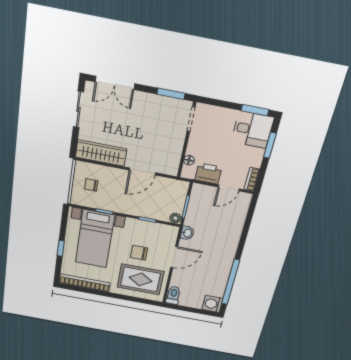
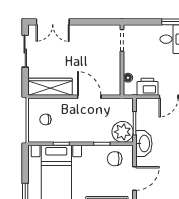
window: (171, 94) -> (101, 22), removed
door: (142, 171) -> (89, 97), swing flipped
plant: (175, 218) -> (123, 132), width x1.87, depth x1.87
washbasin: (187, 233) -> (144, 144), width x1.91, depth x1.45
chair: (139, 253) -> (115, 159), moved

